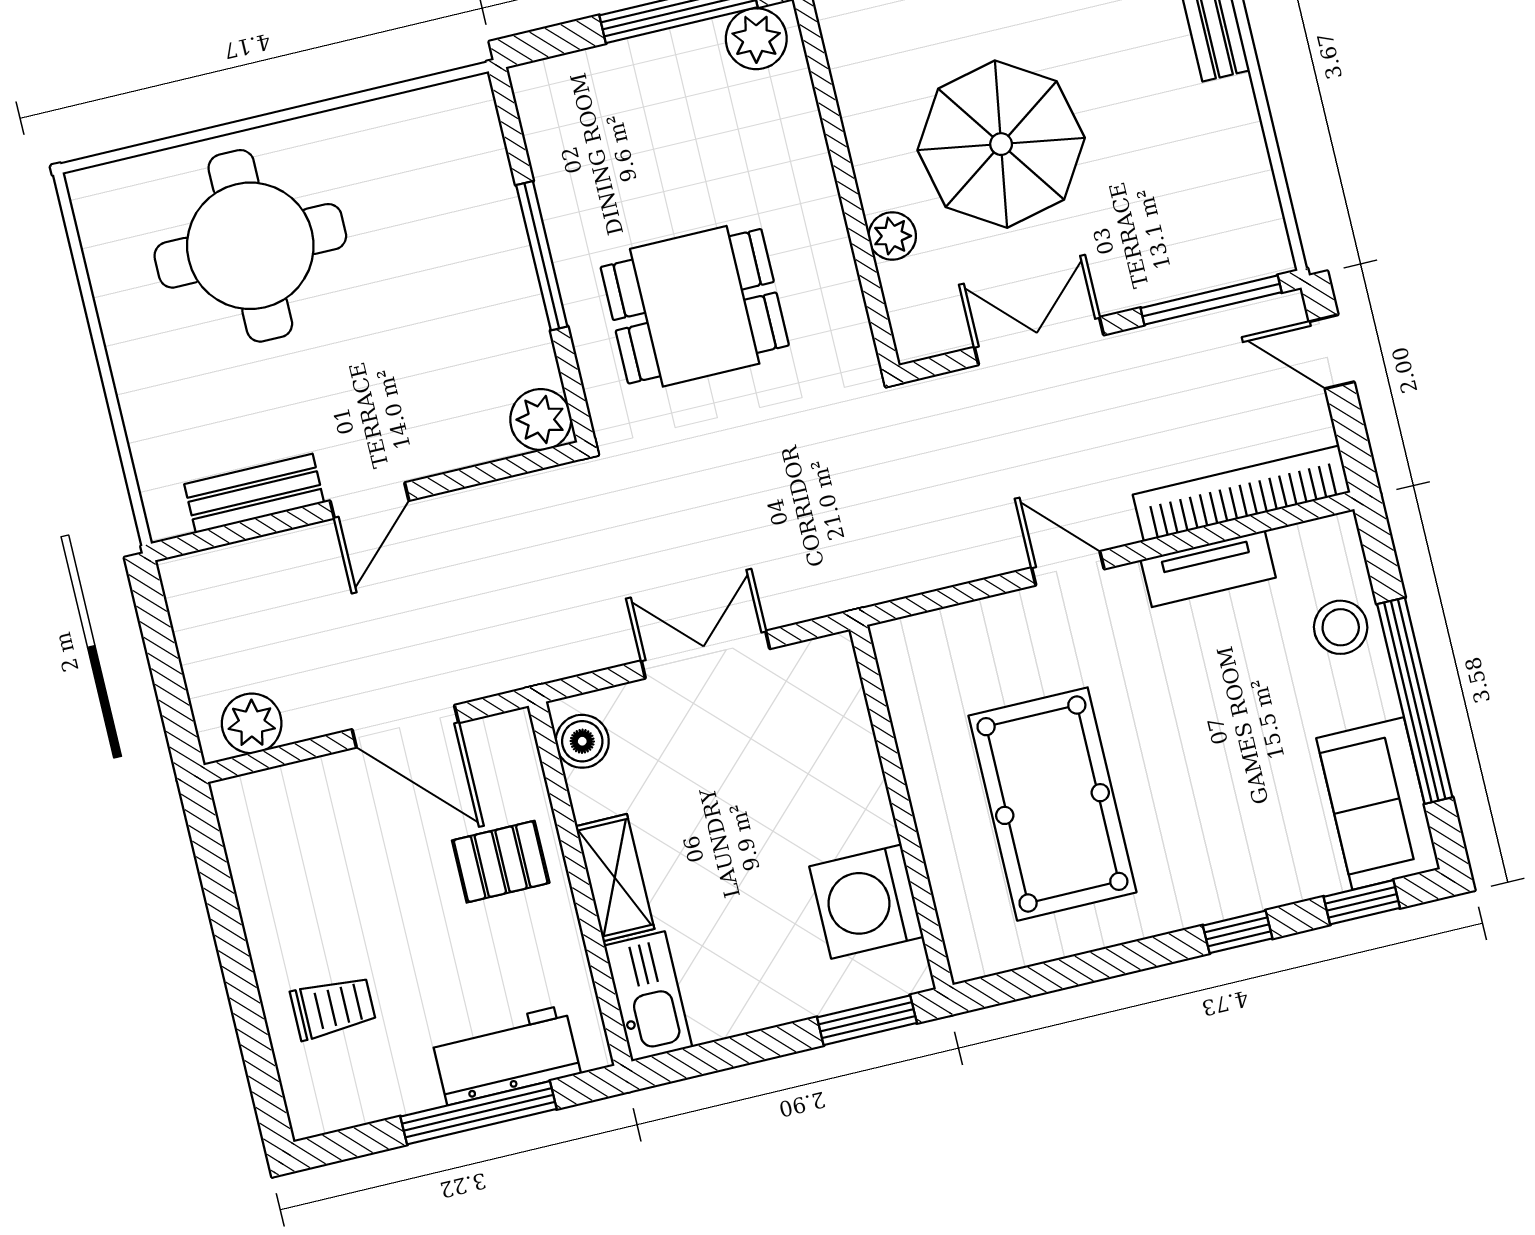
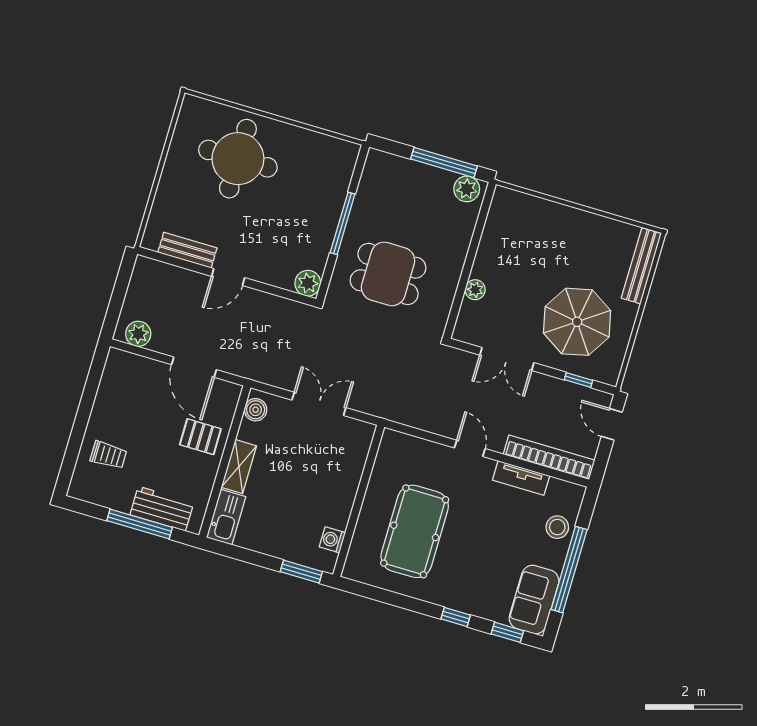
parasol: (1001, 144) -> (577, 322), moved
window: (1211, 300) -> (578, 380), width x0.46
double door: (1039, 341) -> (507, 359), swing flipped
washing machine: (866, 902) -> (332, 540), width x0.53, depth x0.53

